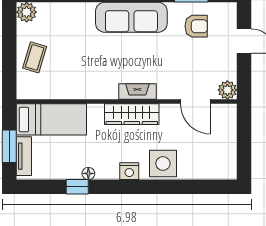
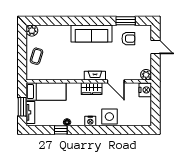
door: (196, 102) -> (116, 81), moved
wardrobe: (132, 114) -> (92, 89), width x0.67
nightstand: (226, 117) -> (145, 90), added

